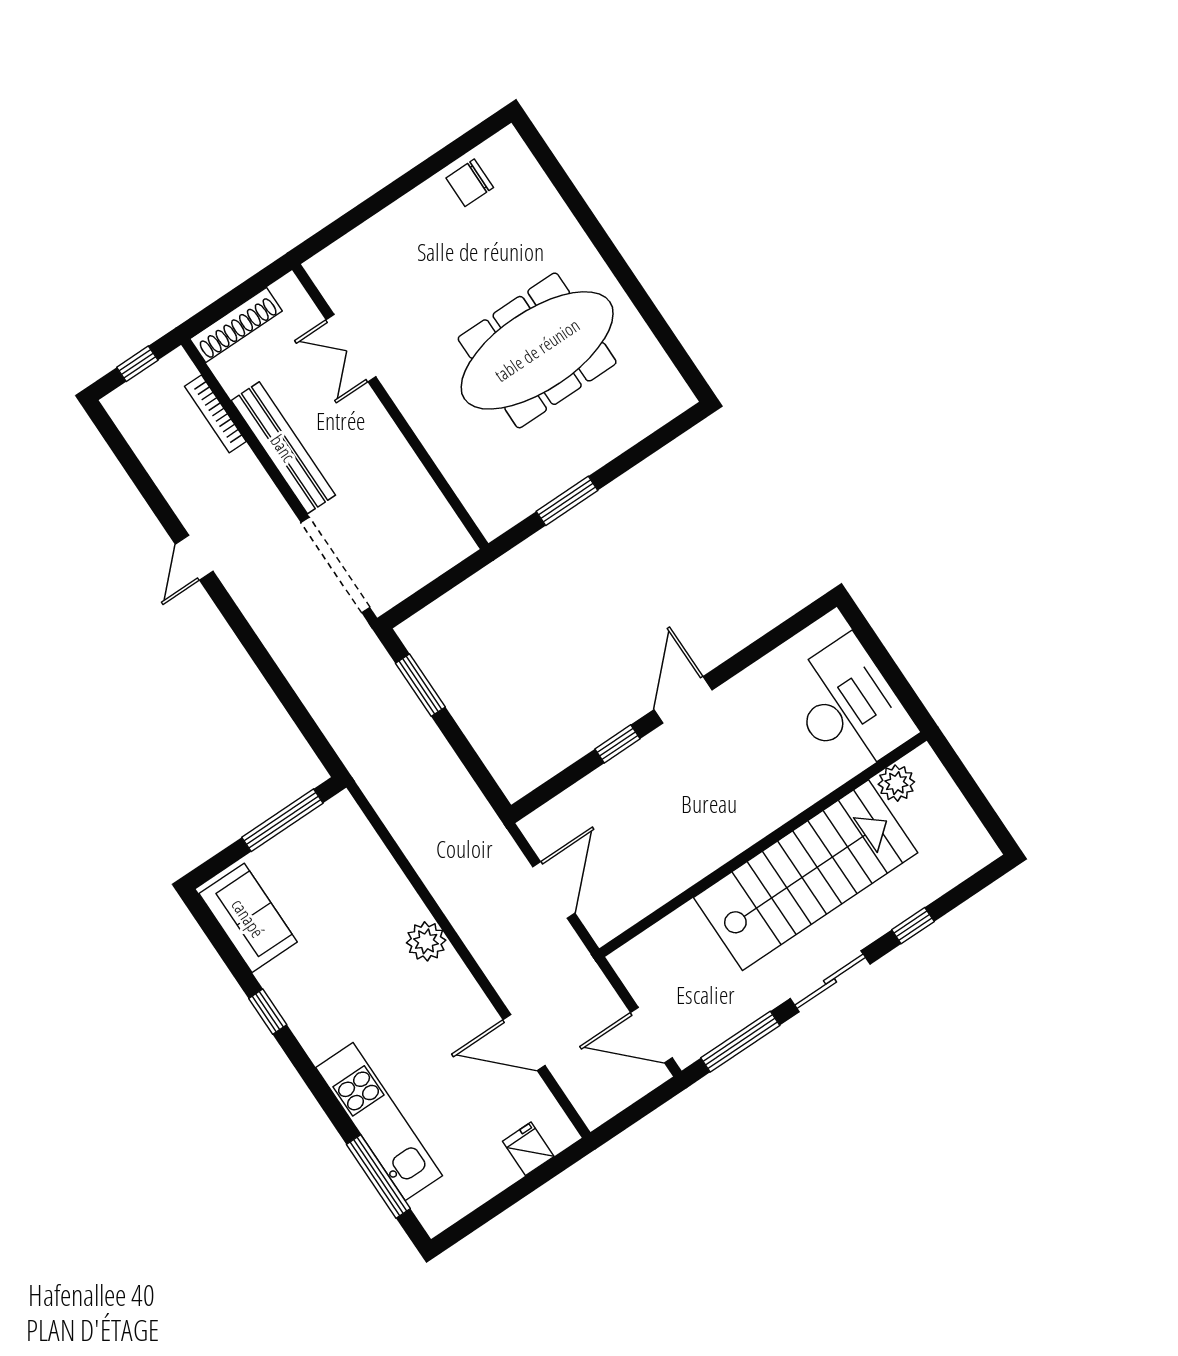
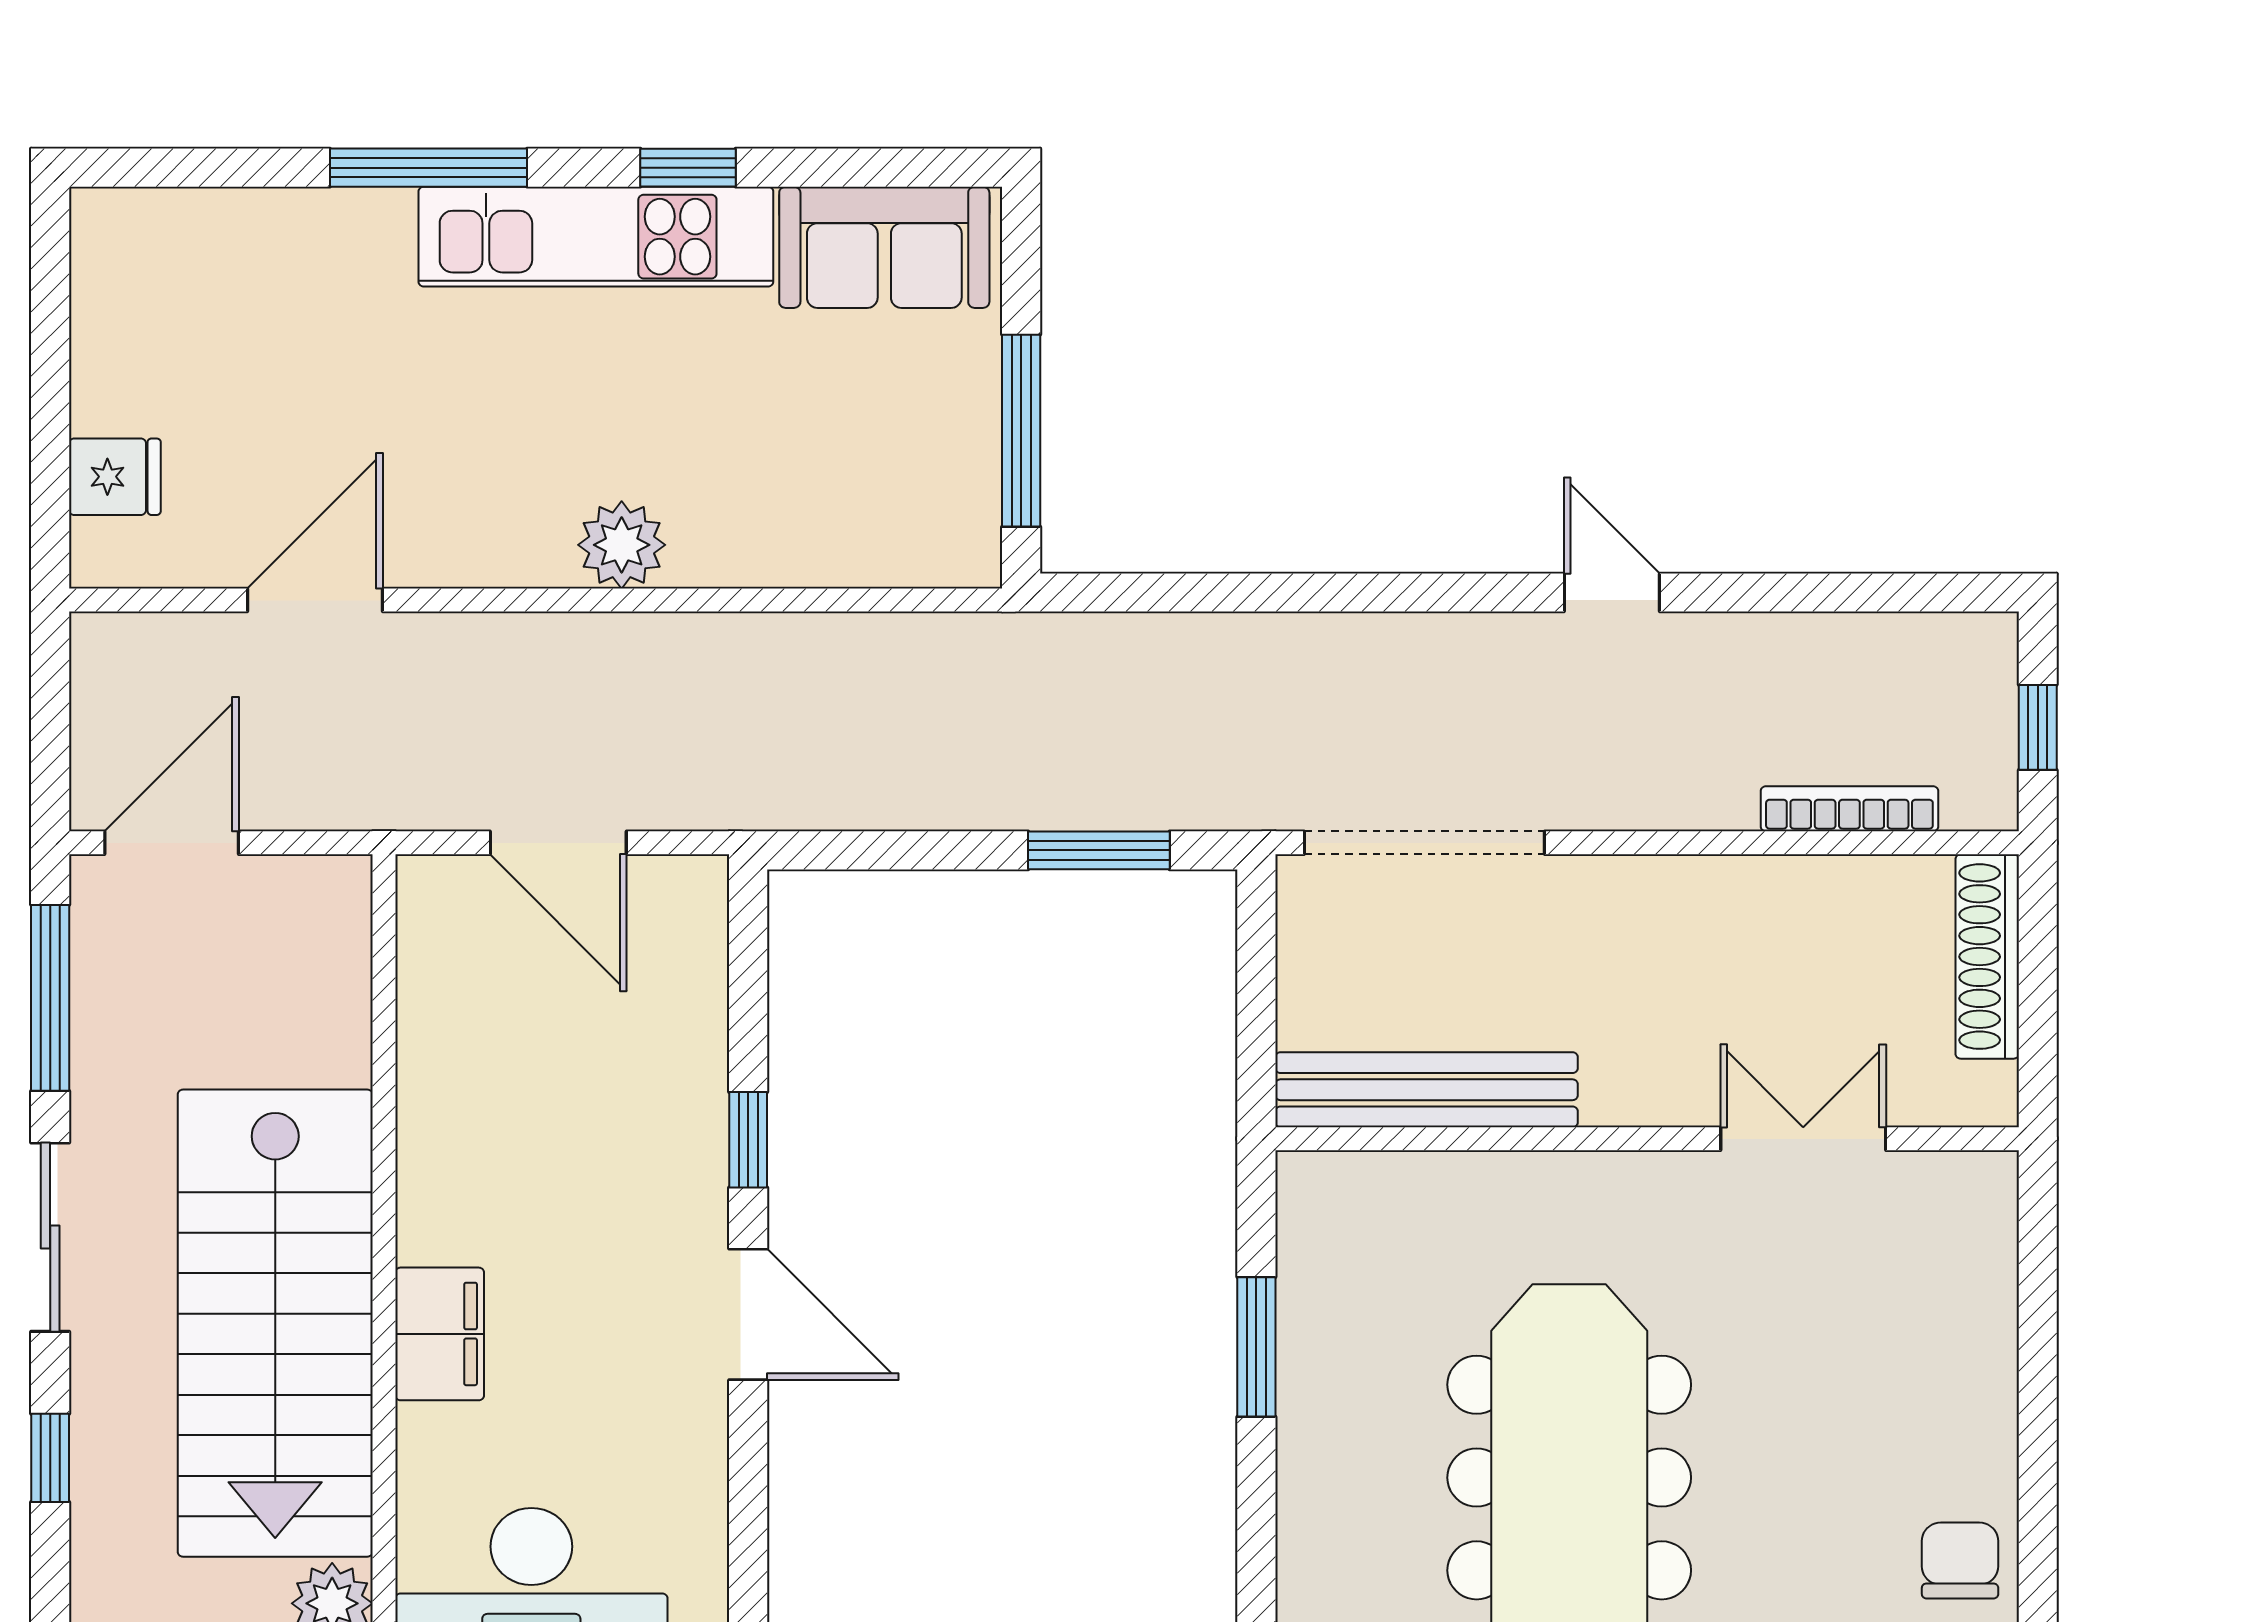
bench: (283, 448) -> (1426, 1090), moved
filing cabinet: (768, 811) -> (440, 1334), added
kitchen unit: (379, 1122) -> (596, 237), moved
window: (378, 1176) -> (429, 168), moved

